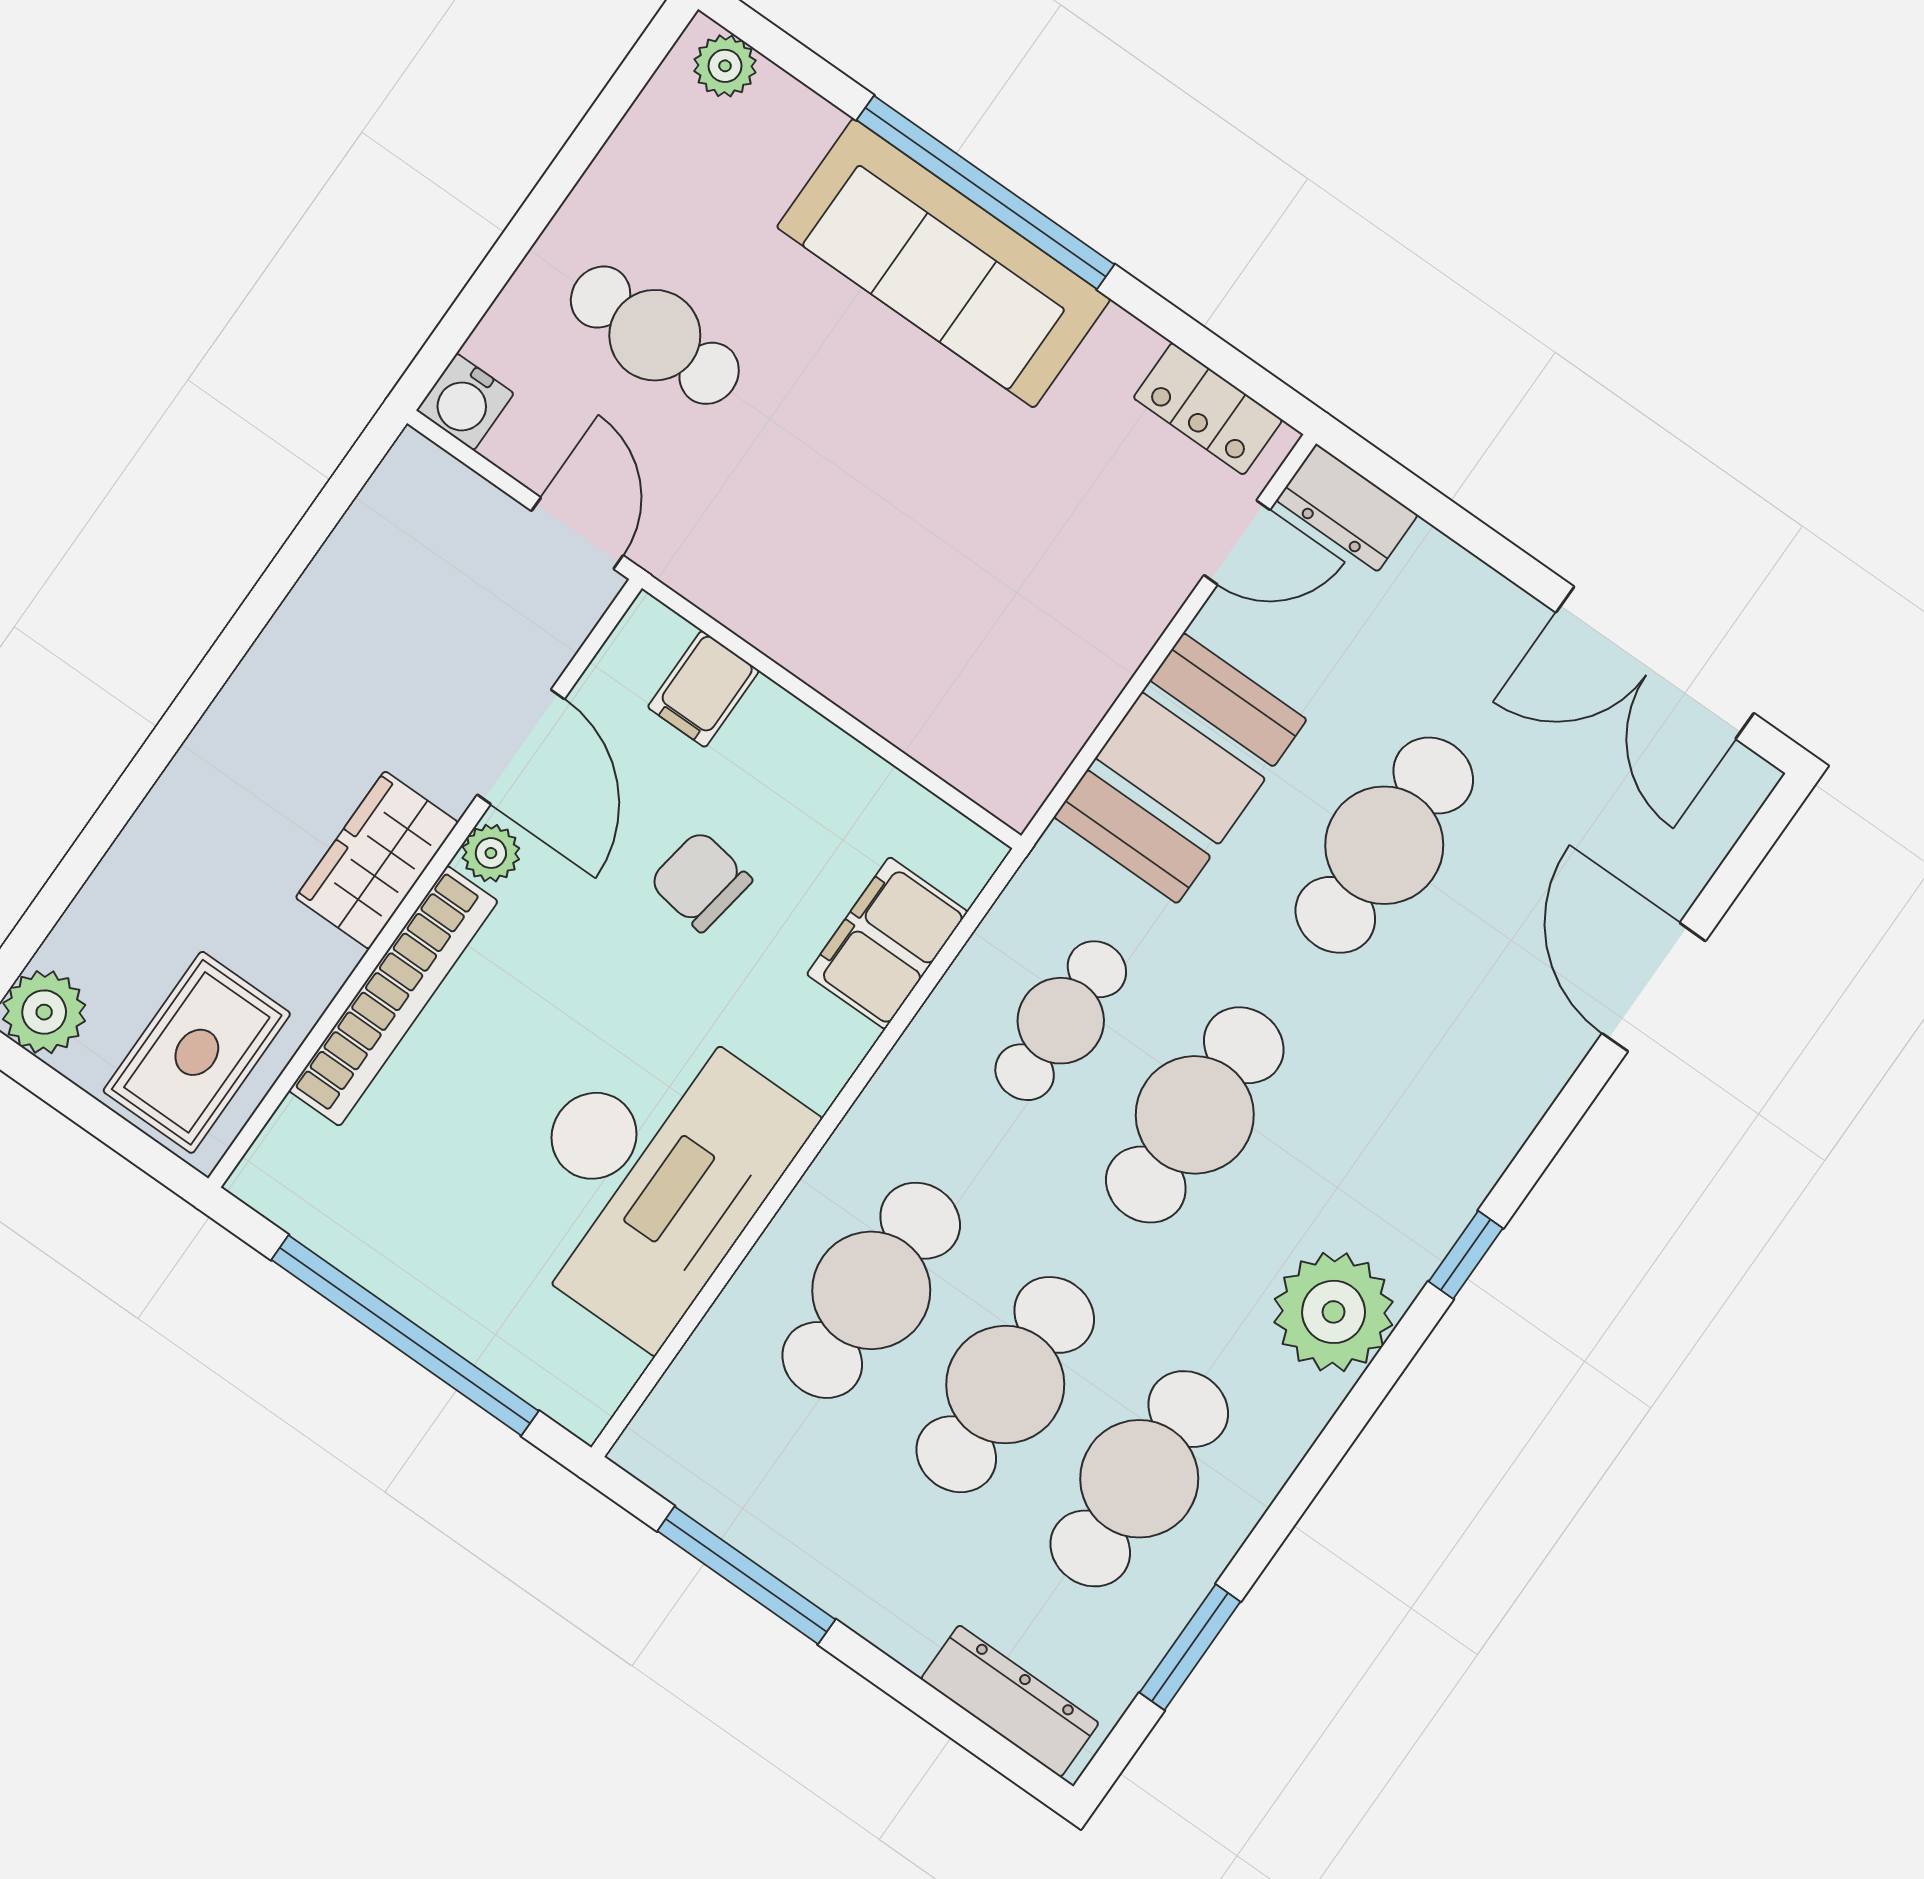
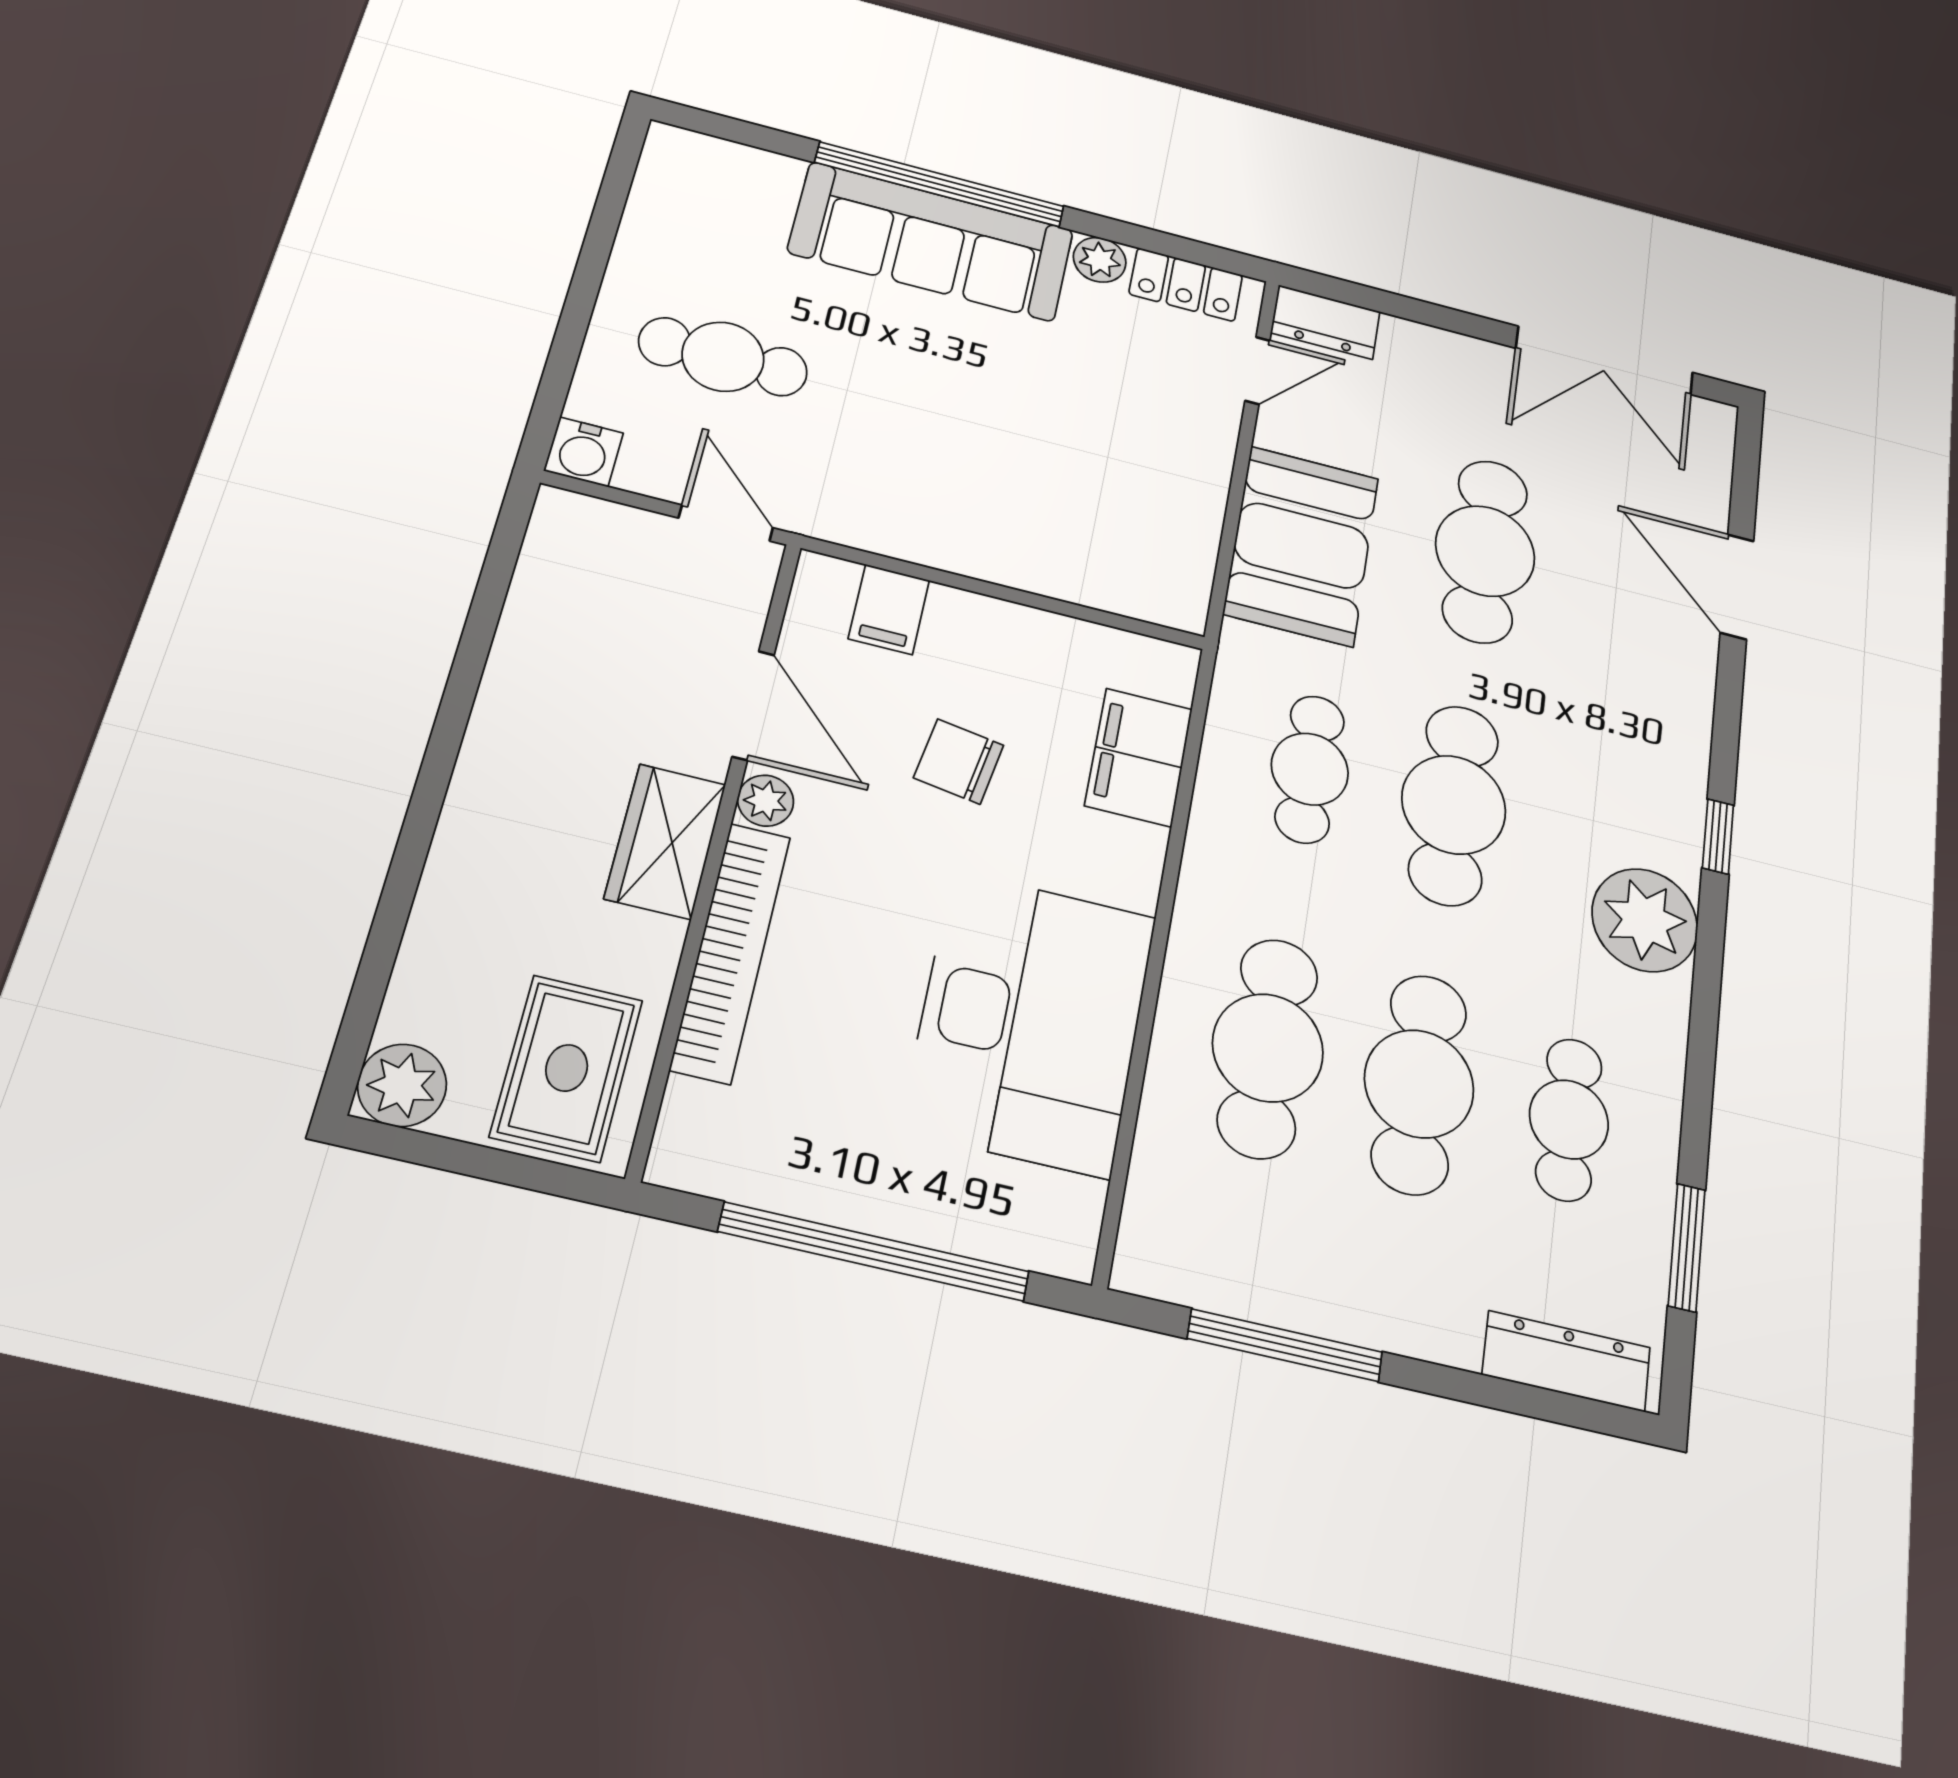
plant: (725, 66) -> (1100, 260), moved
cafe table: (1139, 1479) -> (1569, 1119), width x0.73, depth x0.74

